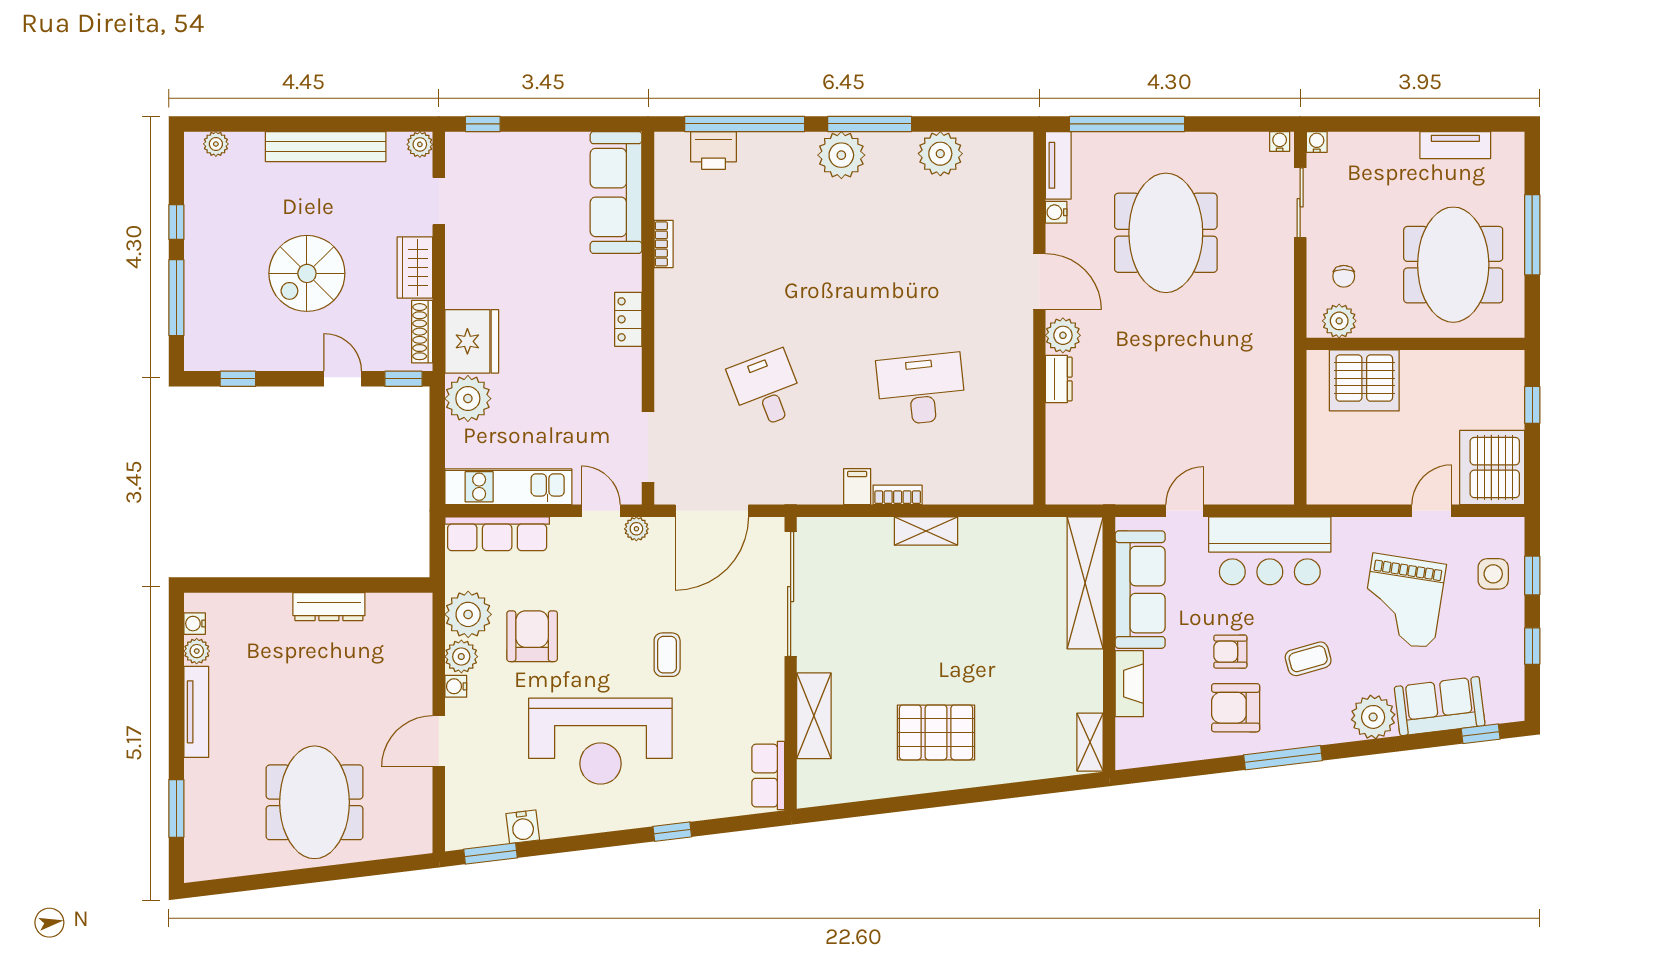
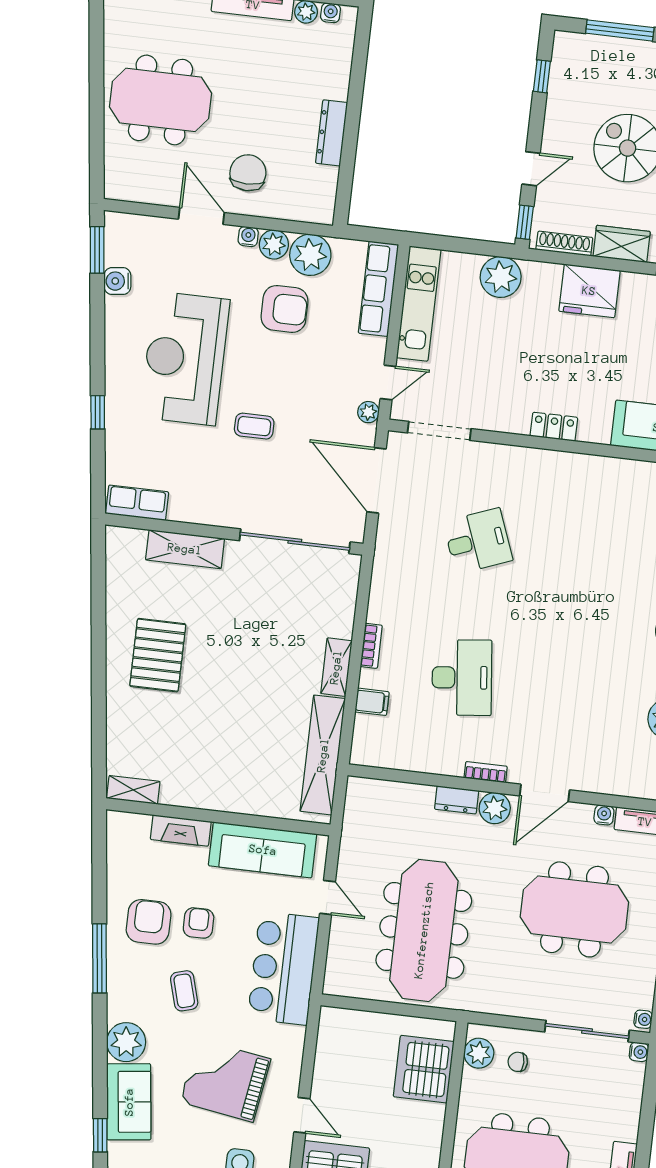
sliding door: (1300, 203) -> (587, 1031), width x1.37
bookcase: (664, 244) -> (486, 772), moved, turned 180
fridge: (472, 341) -> (589, 291), moved
meeting table: (1209, 399) -> (424, 930), added
filing cabinet: (857, 487) -> (372, 702), moved
shelving: (1085, 583) -> (323, 755), moved, turned 90
chair: (384, 695) -> (248, 173), added

